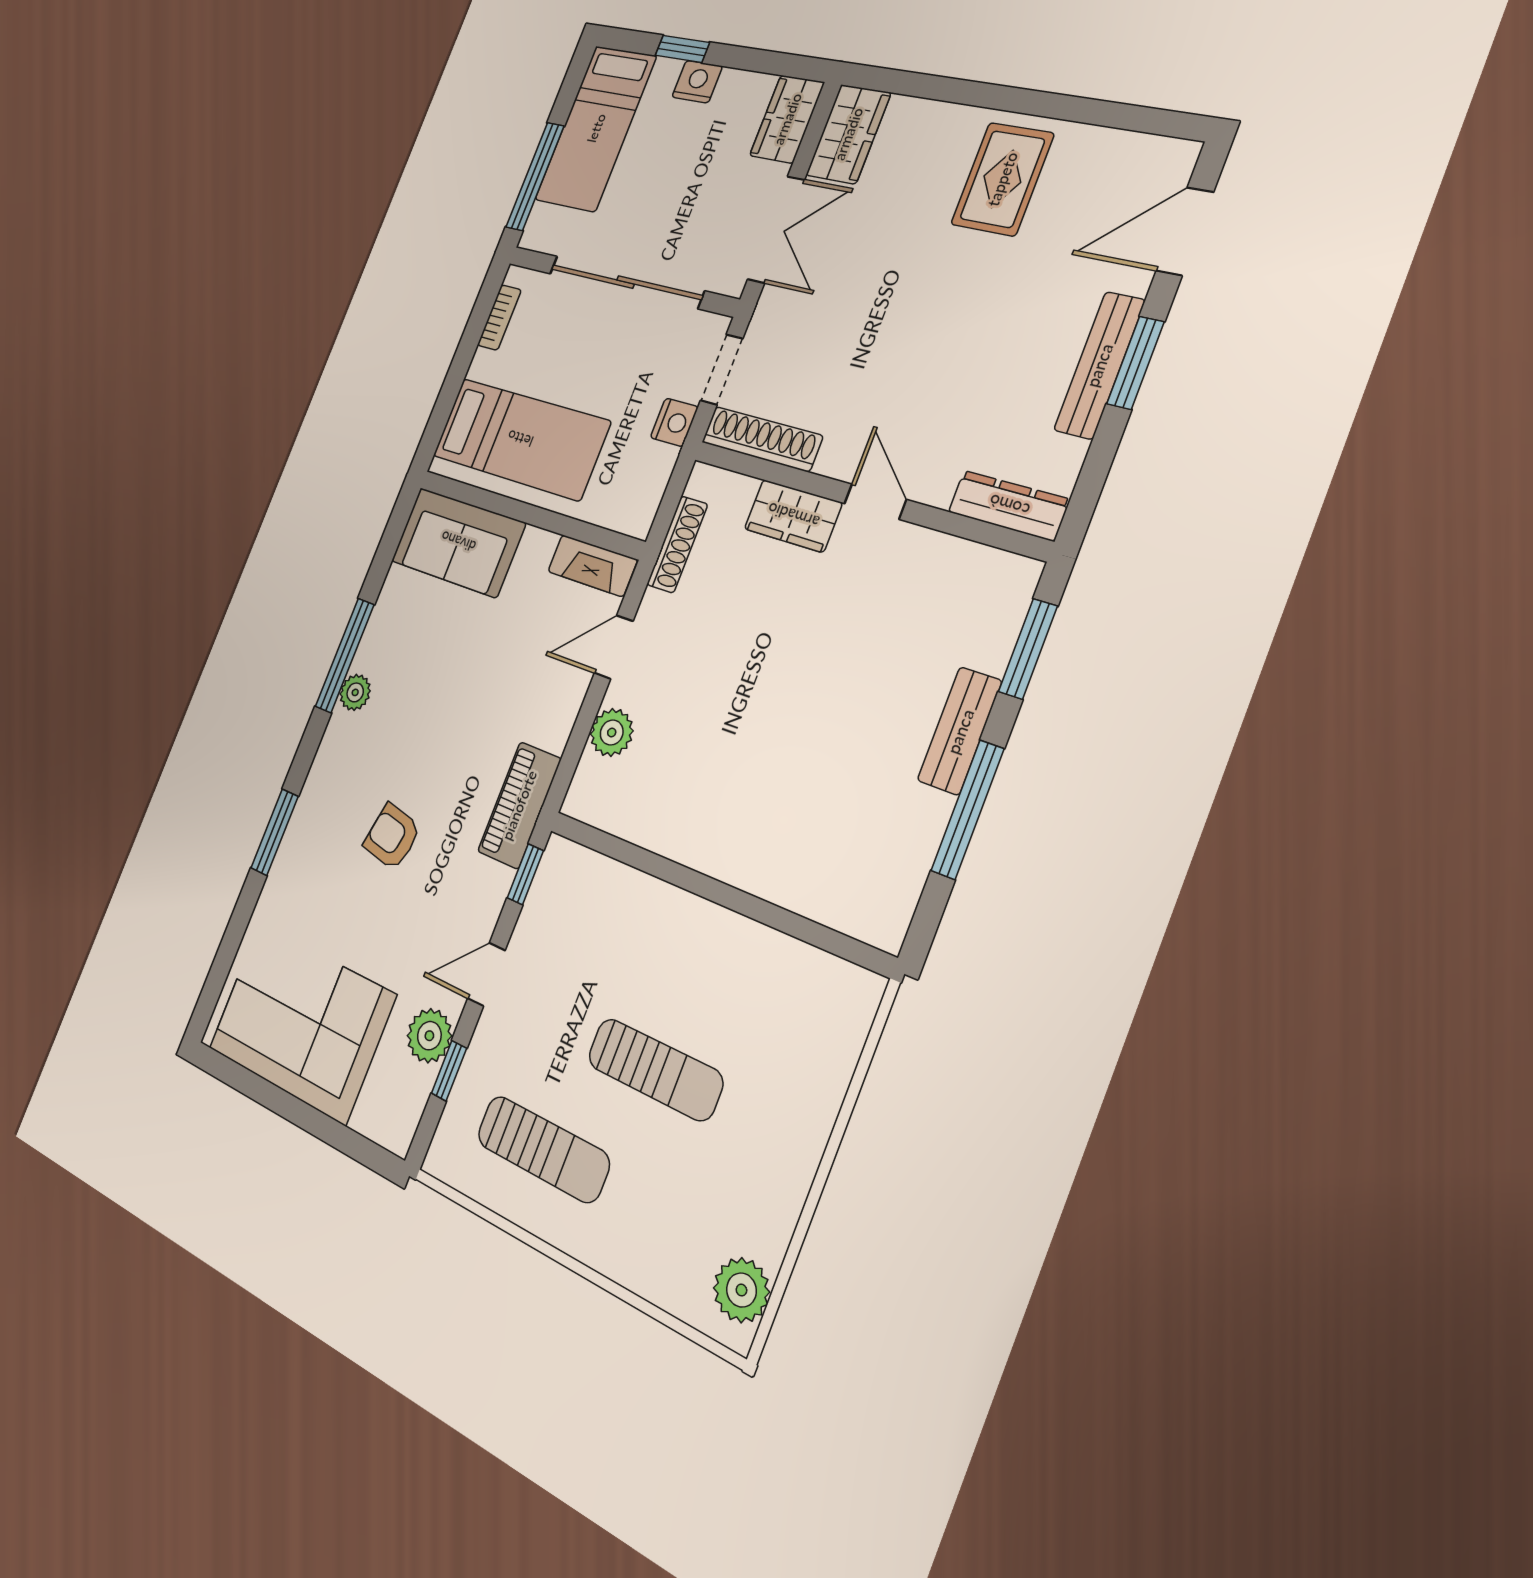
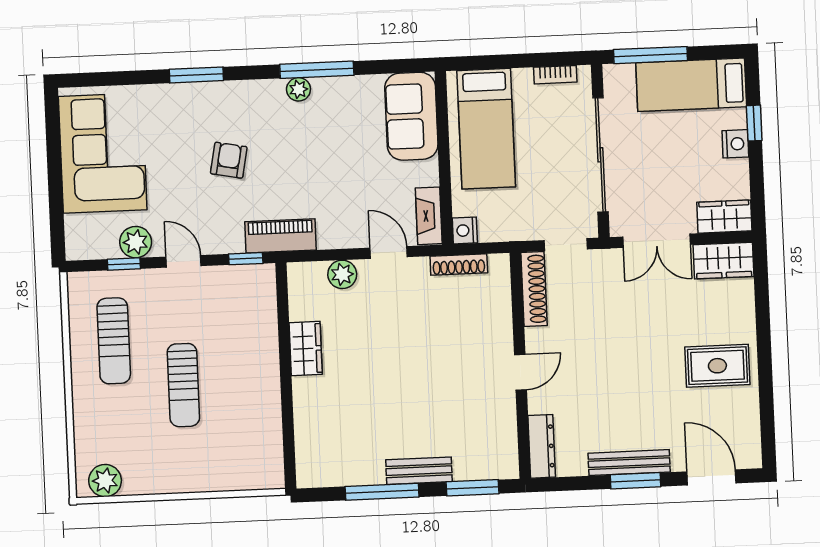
nightstand: (674, 422) -> (465, 230), moved, turned 90
wardrobe: (793, 516) -> (306, 349), moved, turned 180

